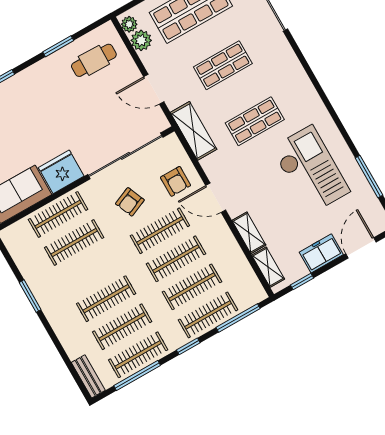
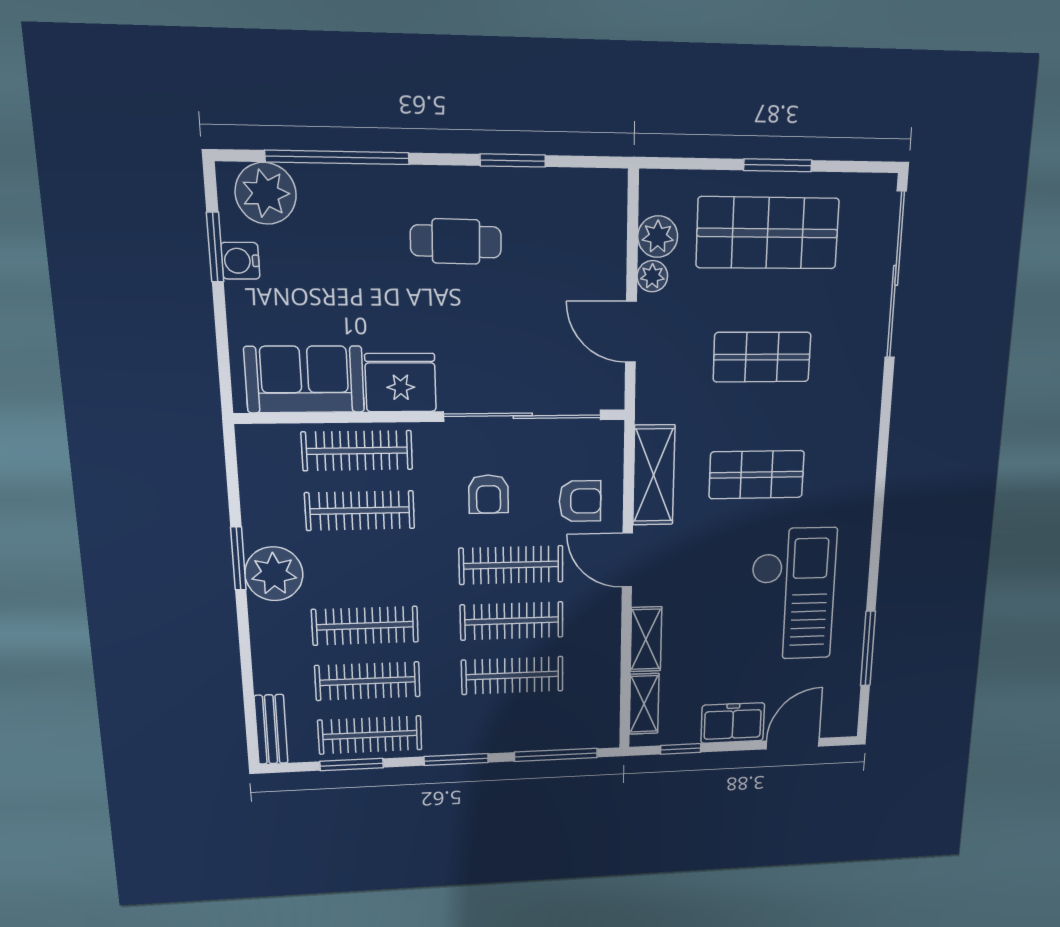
plant: (129, 24) -> (652, 276), moved
cafe table: (94, 60) -> (456, 241), moved
shelving: (194, 131) -> (654, 475), moved
armchair: (176, 181) -> (580, 501), turned -90
armchair: (130, 202) -> (488, 494), turned -67
plant: (50, 295) -> (274, 574), added
clothes rail: (208, 315) -> (513, 729), removed
window: (188, 346) -> (456, 760), width x1.50
window: (137, 376) -> (352, 765), width x0.69

